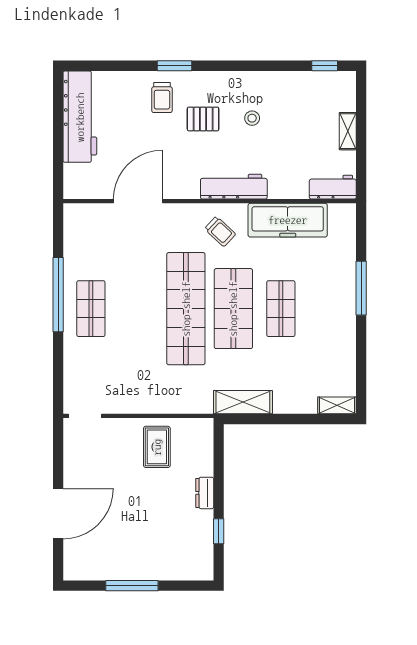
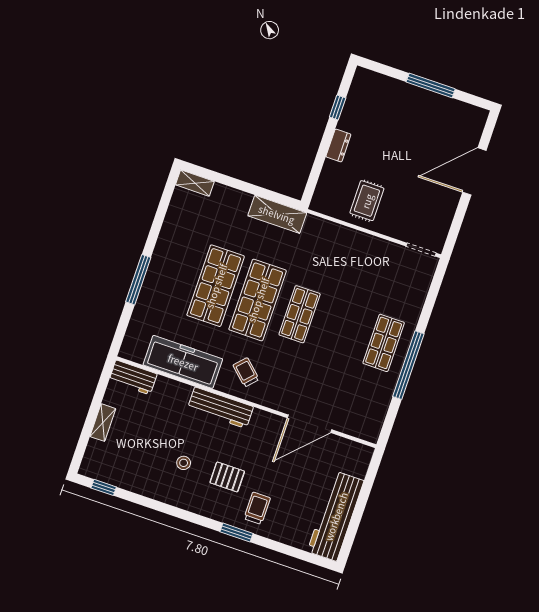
shop shelf: (186, 309) -> (300, 314), width x0.50, depth x0.74
shop shelf: (281, 309) -> (216, 286), width x1.43, depth x1.36

